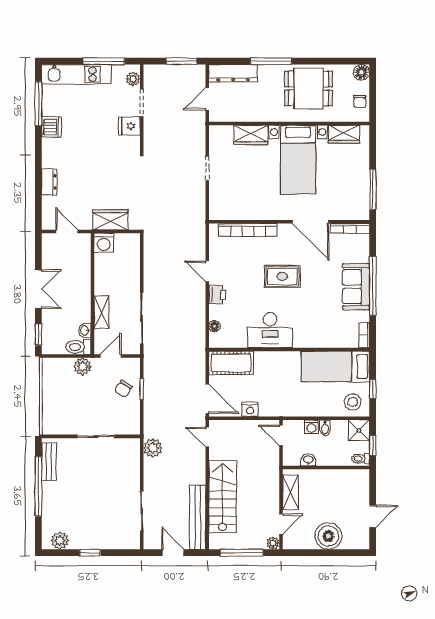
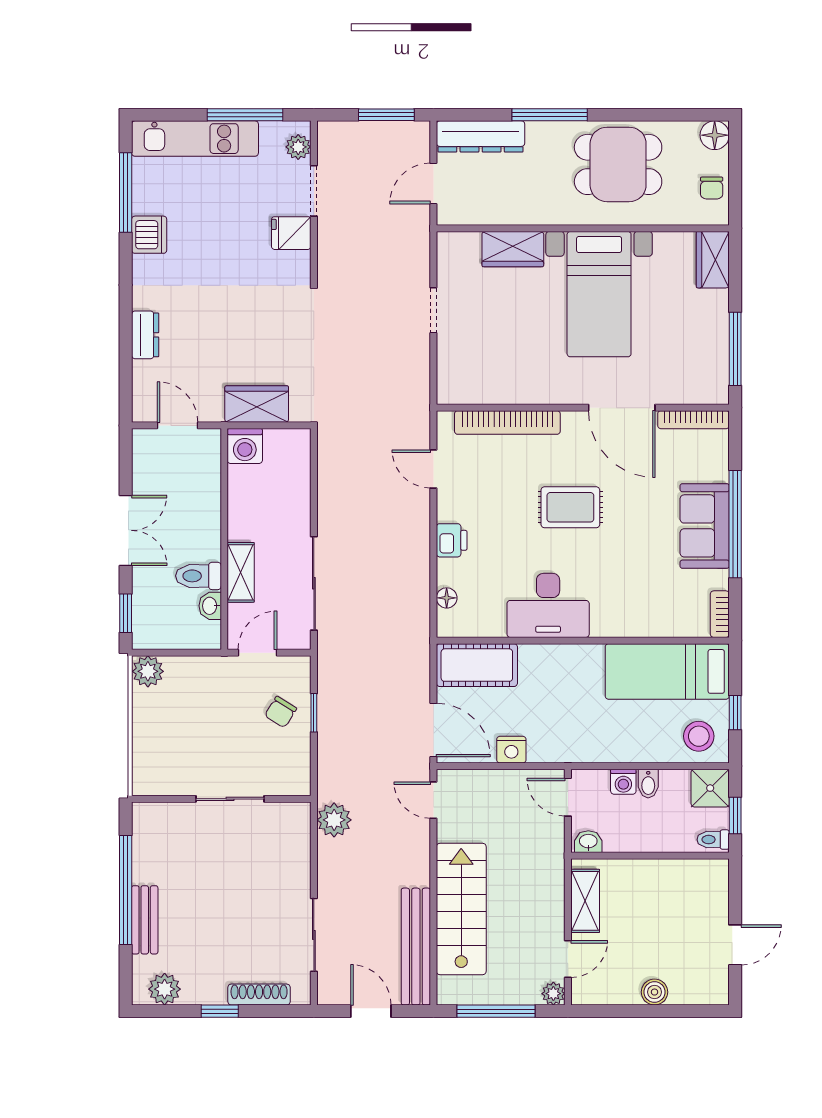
wardrobe: (344, 134) -> (713, 260), moved, turned 90
door: (207, 271) -> (433, 469), moved
toilet: (78, 347) -> (199, 576), moved
plant: (82, 366) -> (148, 671), moved
washbasin: (308, 460) -> (588, 842), moved
bench: (49, 462) -> (145, 920), moved
boiler: (328, 536) -> (654, 992), width x0.54, depth x0.54
shoe rack: (112, 544) -> (259, 995), added

